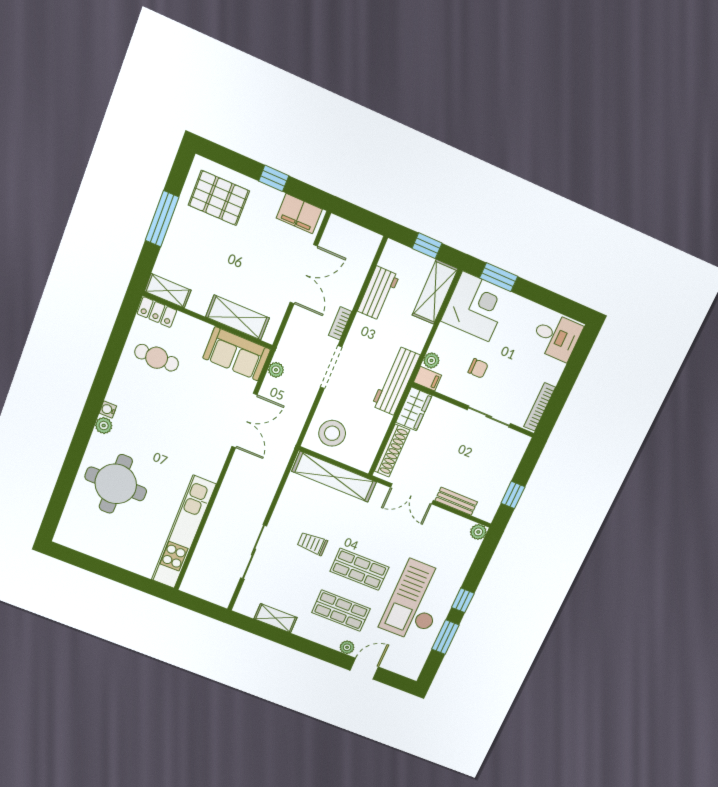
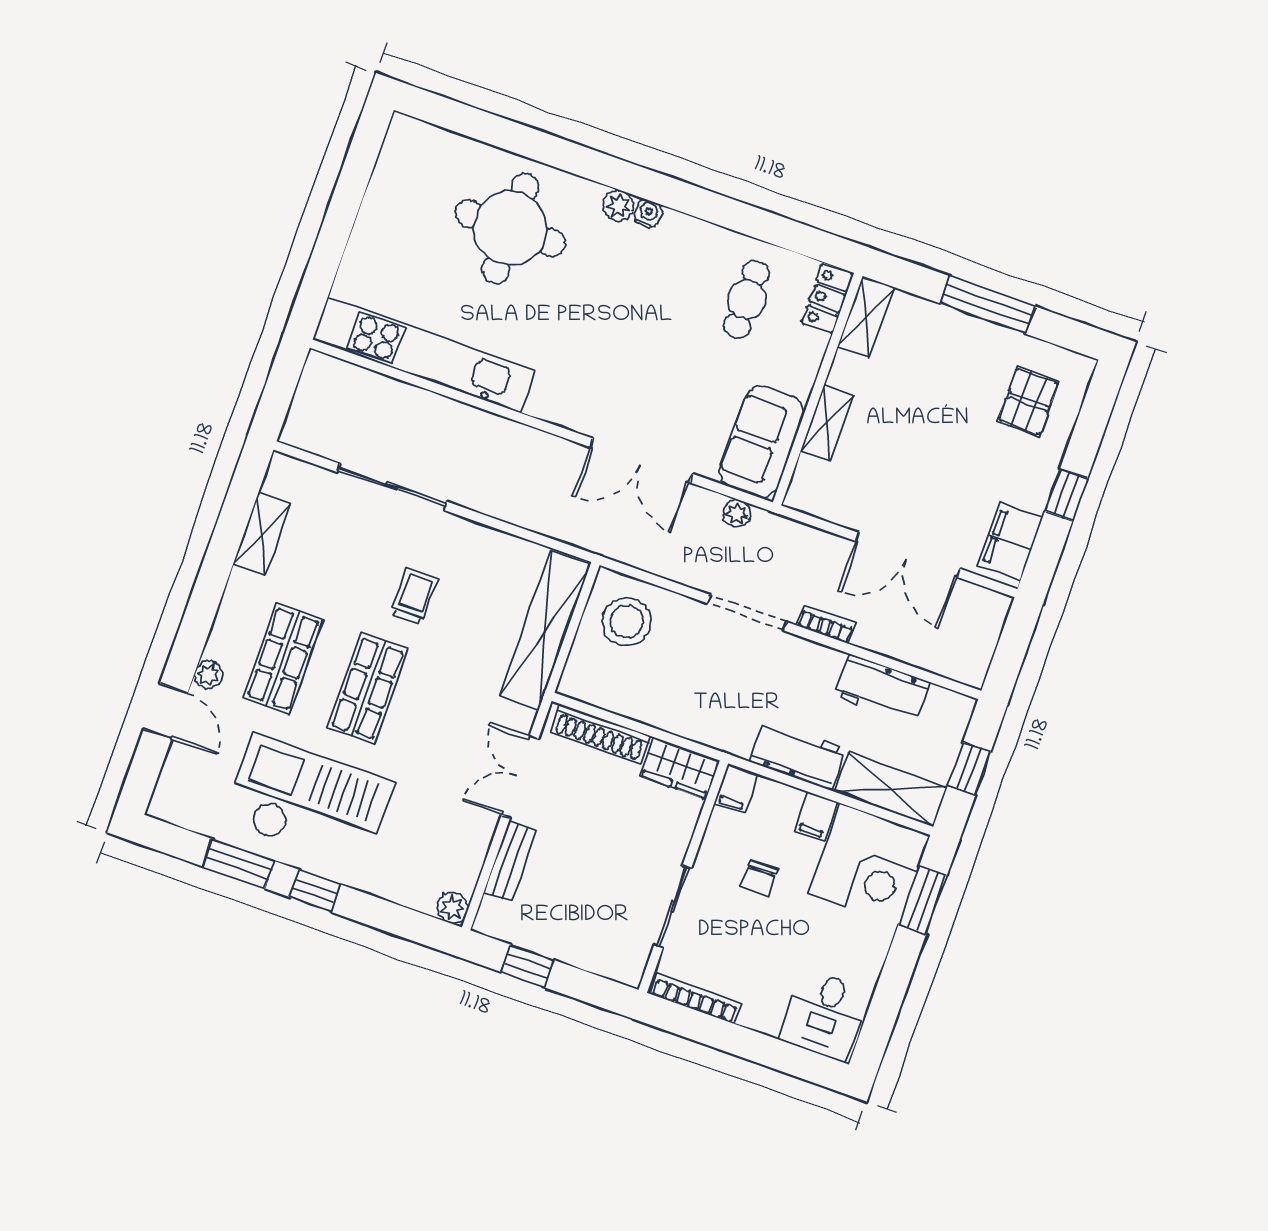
pallet: (219, 198) -> (1028, 402), width x0.67, depth x0.71
shelving: (237, 317) -> (827, 423), width x0.67, depth x0.75
filing cabinet: (447, 335) -> (816, 817), added
plant: (431, 360) -> (769, 793), removed
workbench: (396, 381) -> (798, 755), moved, width x0.73

